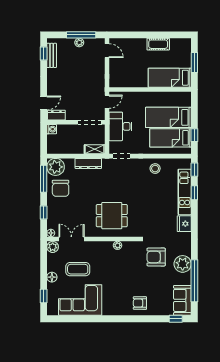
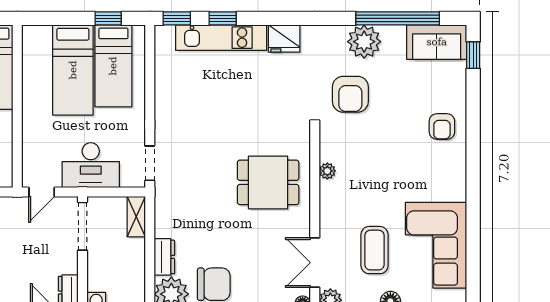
door: (107, 102) -> (42, 192), swing flipped
dresser: (88, 163) -> (164, 257), moved, width x0.70
stool: (155, 169) -> (175, 96), removed
dining table: (112, 216) -> (268, 182), turned 90

